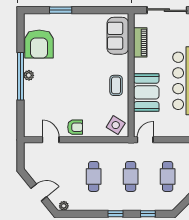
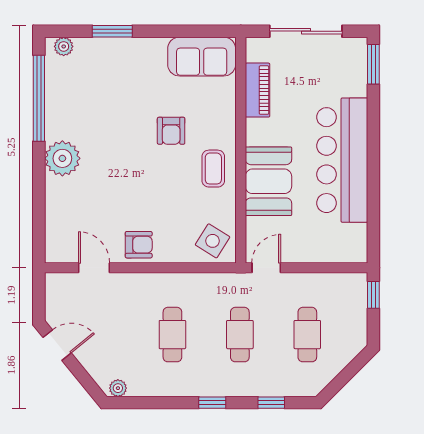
plant: (34, 18) -> (64, 46), added
sofa: (118, 36) -> (202, 57), moved, turned -90
armchair: (39, 44) -> (171, 131), moved, width x0.53, depth x0.53
plant: (29, 75) -> (62, 158), width x1.88, depth x1.88
window: (20, 76) -> (39, 98), moved
door: (39, 193) -> (57, 345), moved

